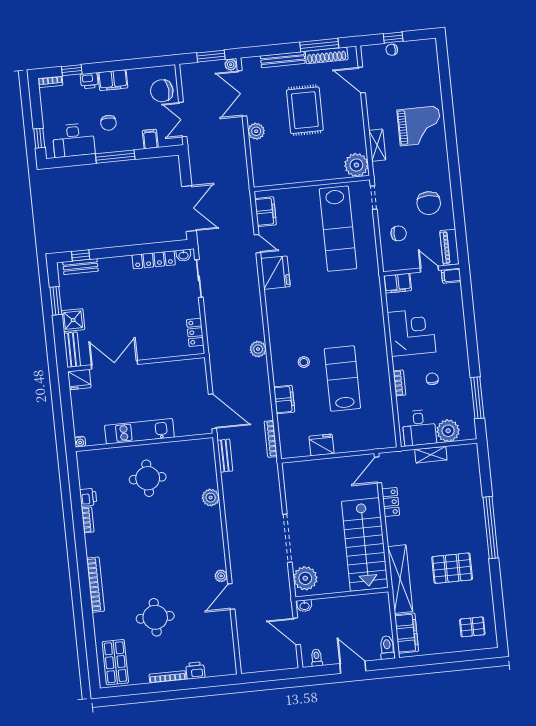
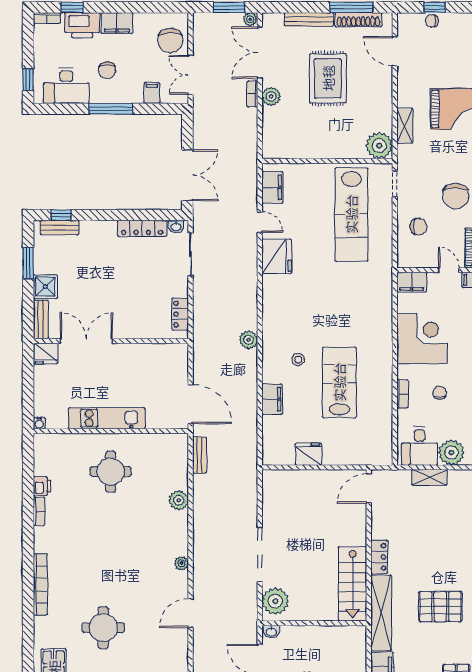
printer: (89, 81) -> (82, 25), width x1.87, depth x1.48
chair: (162, 91) -> (170, 41), turned -85
bookcase: (271, 439) -> (252, 94), moved, width x0.64
locker: (391, 502) -> (379, 557), moved
stairs: (365, 545) -> (353, 584), width x0.73, depth x0.66
plant: (221, 576) -> (182, 563), moved

